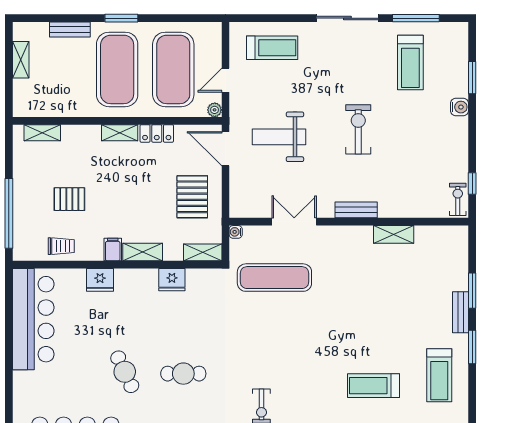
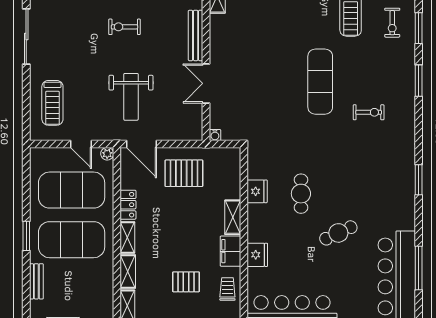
treadmill: (272, 48) -> (52, 103), turned 180
exercise bike: (358, 129) -> (124, 27), width x0.73, depth x0.72
door: (225, 149) -> (141, 144), hinge flipped
pallet: (69, 199) -> (186, 282), turned 90
bench: (356, 210) -> (196, 35), width x1.36
filing cabinet: (113, 249) -> (230, 251), width x2.00
shelving: (203, 252) -> (128, 272), moved
exercise mat: (274, 278) -> (320, 82), moved
cafe table: (183, 374) -> (301, 194), moved

